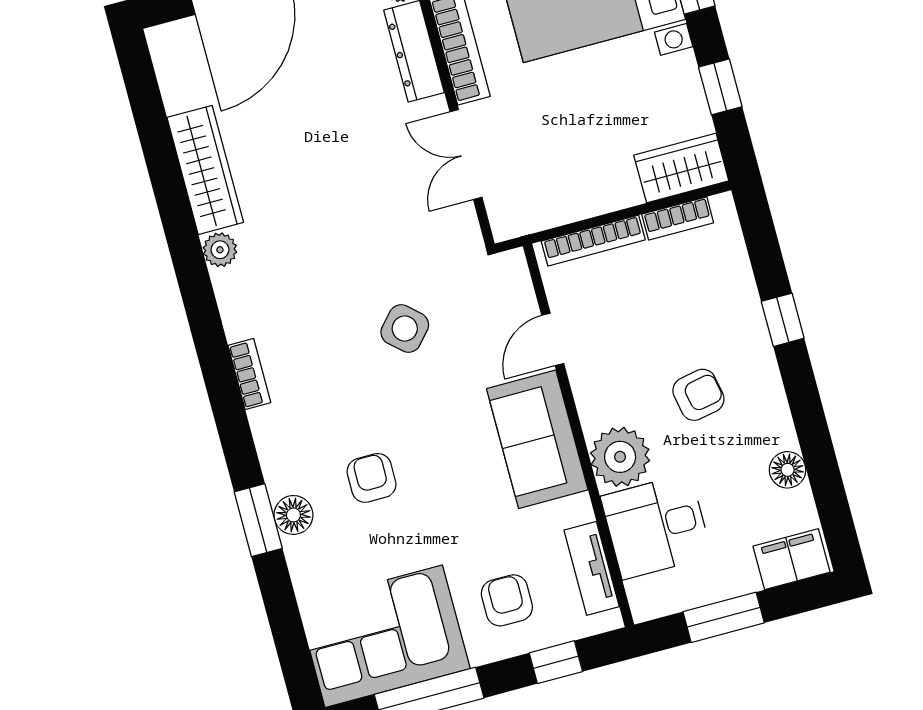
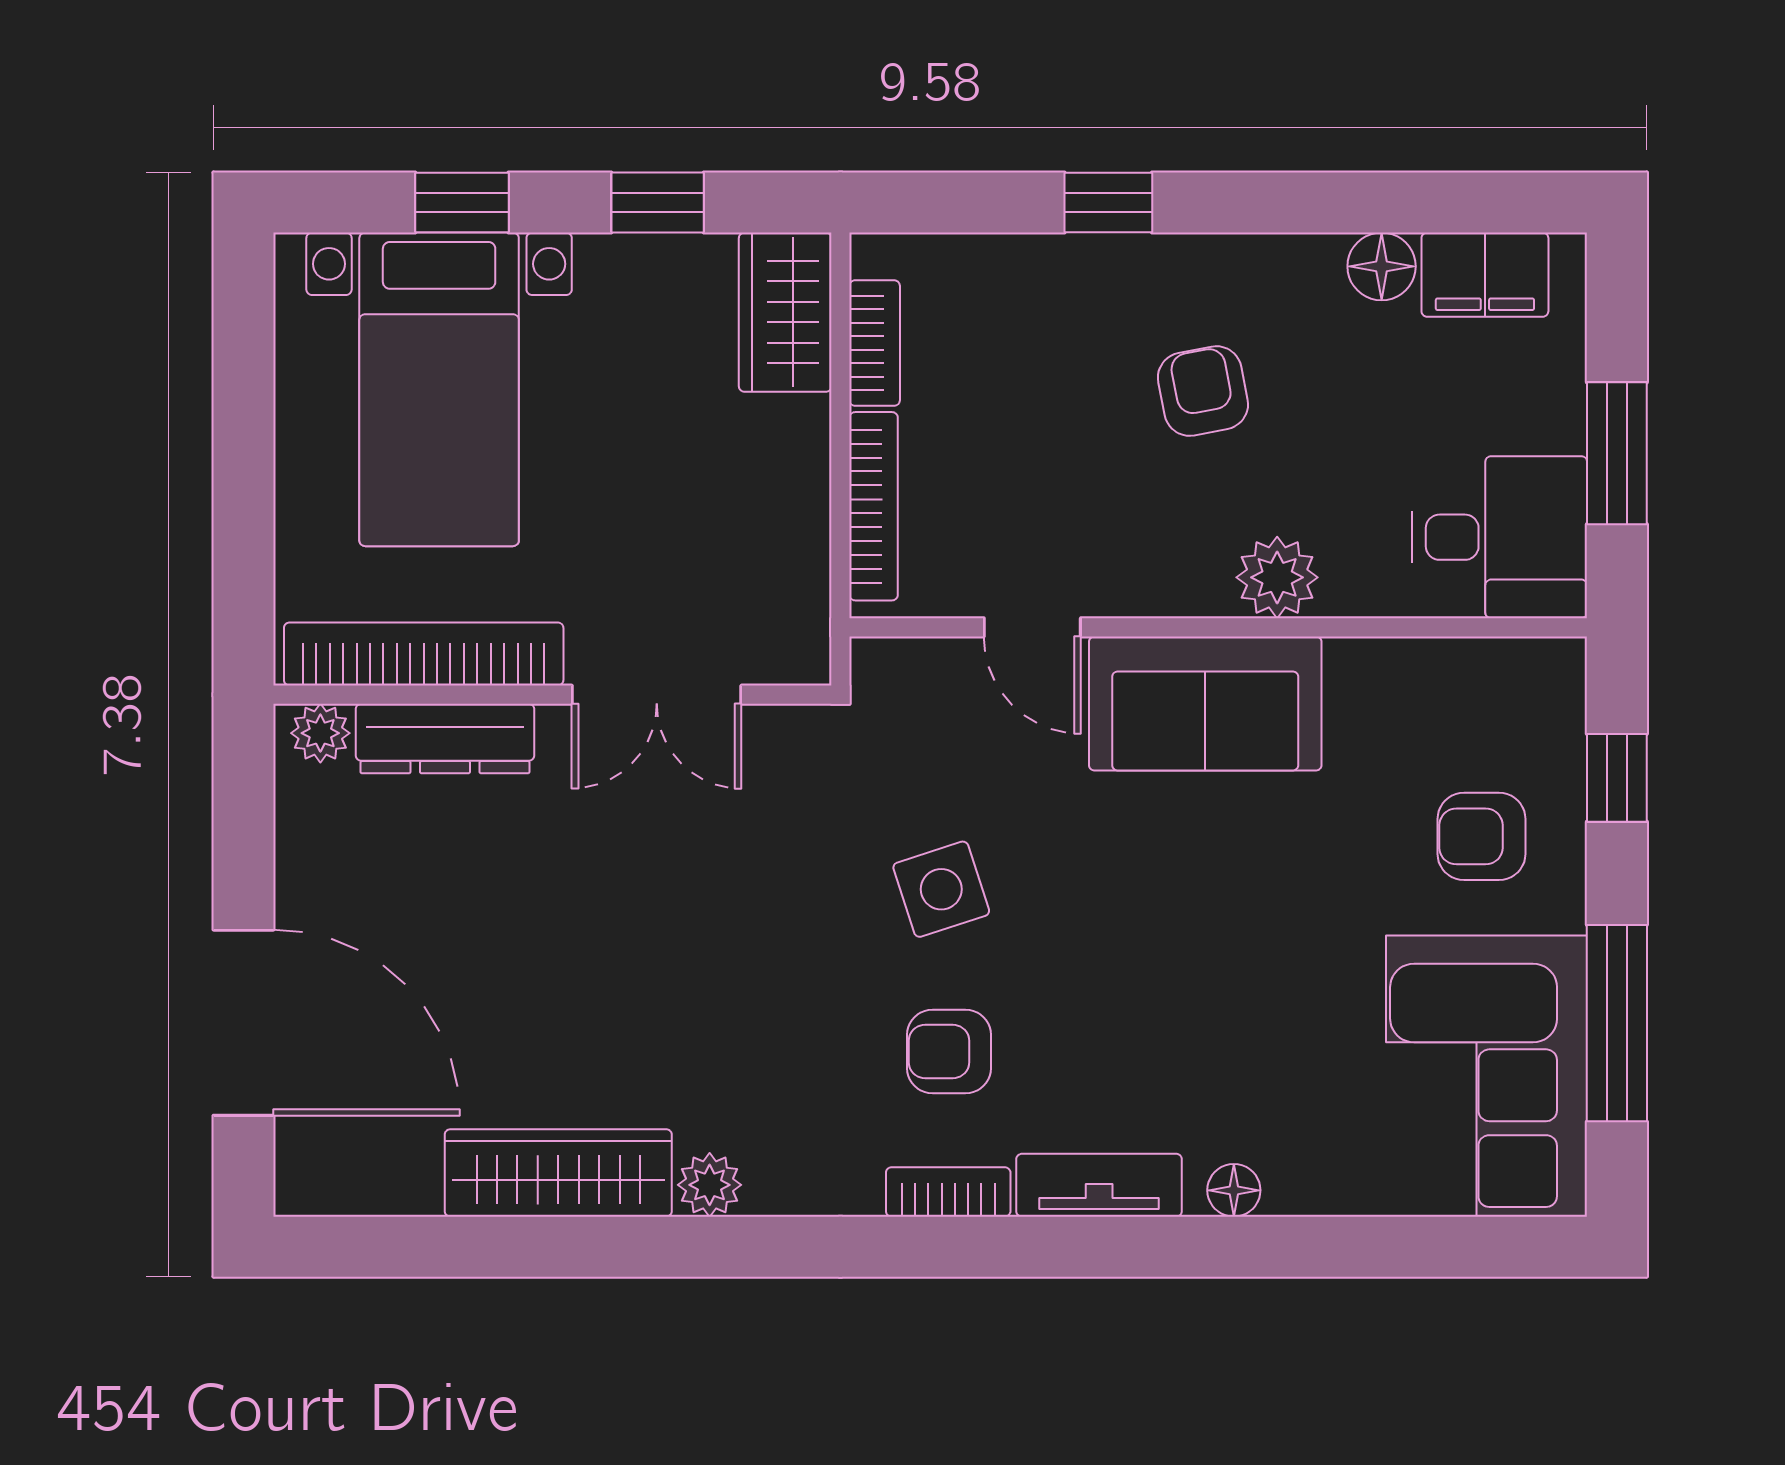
side table: (405, 329) -> (941, 889), turned 30
plant: (620, 457) -> (1277, 577), width x0.73, depth x0.73
armchair: (372, 478) -> (949, 1052), moved
floor lamp: (293, 515) -> (1234, 1190), width x0.73, depth x0.73
window: (258, 520) -> (1216, 1247), removed
desk: (656, 526) -> (1499, 537), moved, turned -90
filing cabinet: (792, 559) -> (1485, 275), moved, turned -90
tv unit: (592, 568) -> (1099, 1185), moved, turned 180

